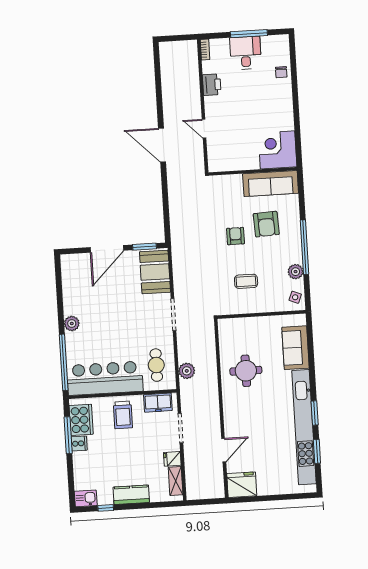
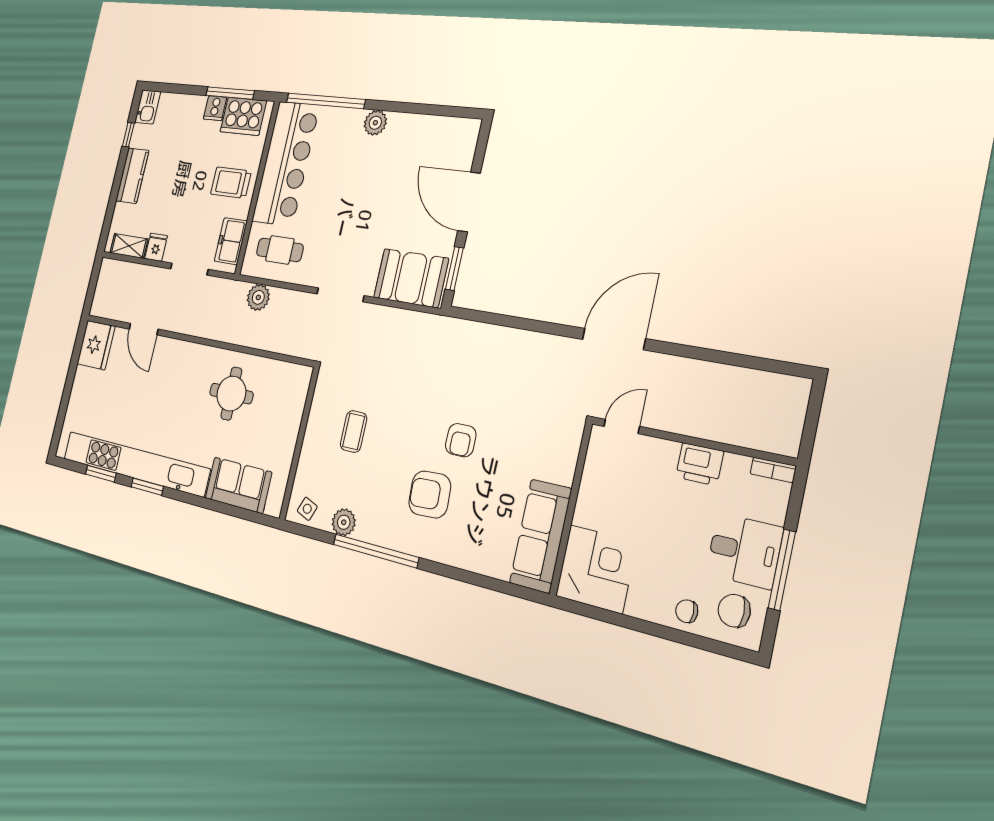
chair: (274, 50) -> (734, 611), added
corner desk: (278, 150) -> (596, 569), moved
wall: (253, 171) -> (571, 509), moved
sofa: (271, 183) -> (541, 536), moved
armchair: (236, 236) -> (461, 440), moved, turned 90

